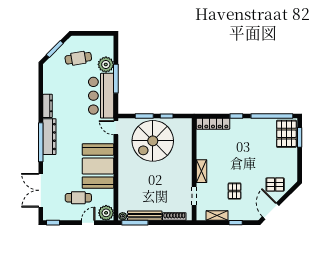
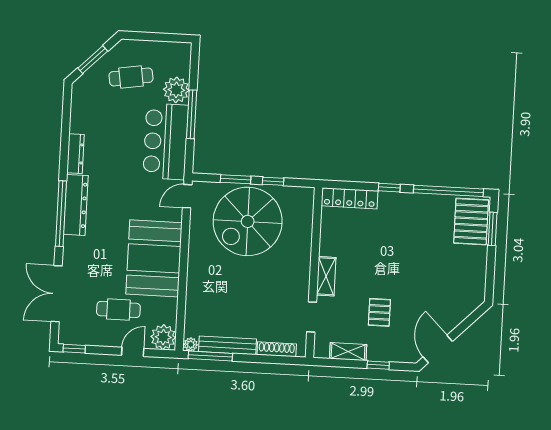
door: (116, 128) -> (187, 196), hinge flipped
pallet: (275, 185) -> (447, 305), removed

